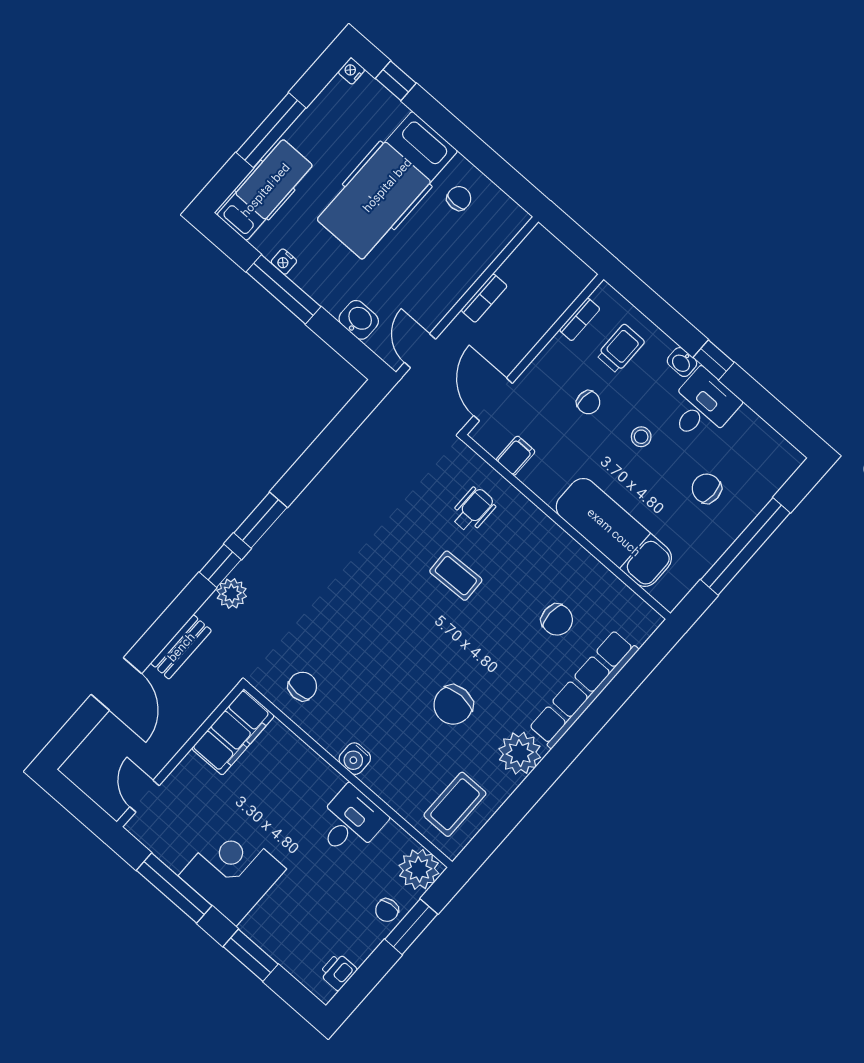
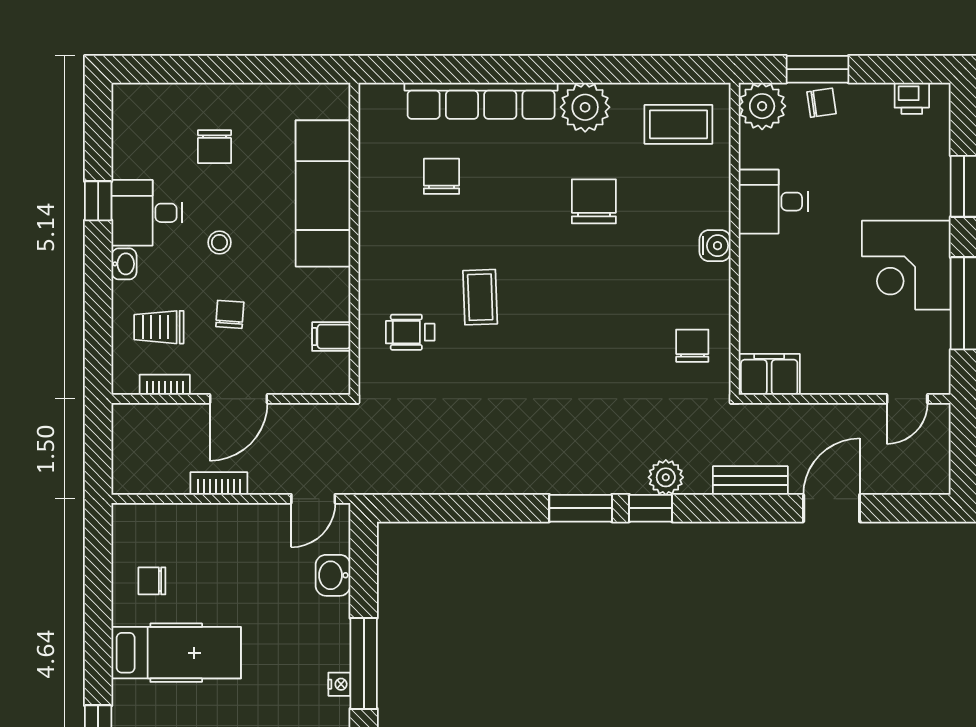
hospital bed: (387, 185) -> (176, 653), width x0.73, depth x0.78
window: (714, 360) -> (98, 201), moved
door: (493, 399) -> (239, 399), moved
window: (745, 546) -> (235, 69), removed
chair: (302, 686) -> (692, 346), turned 90
chair: (453, 705) -> (594, 201), turned -90
filing cabinet: (233, 732) -> (769, 374), width x0.67, depth x0.86

